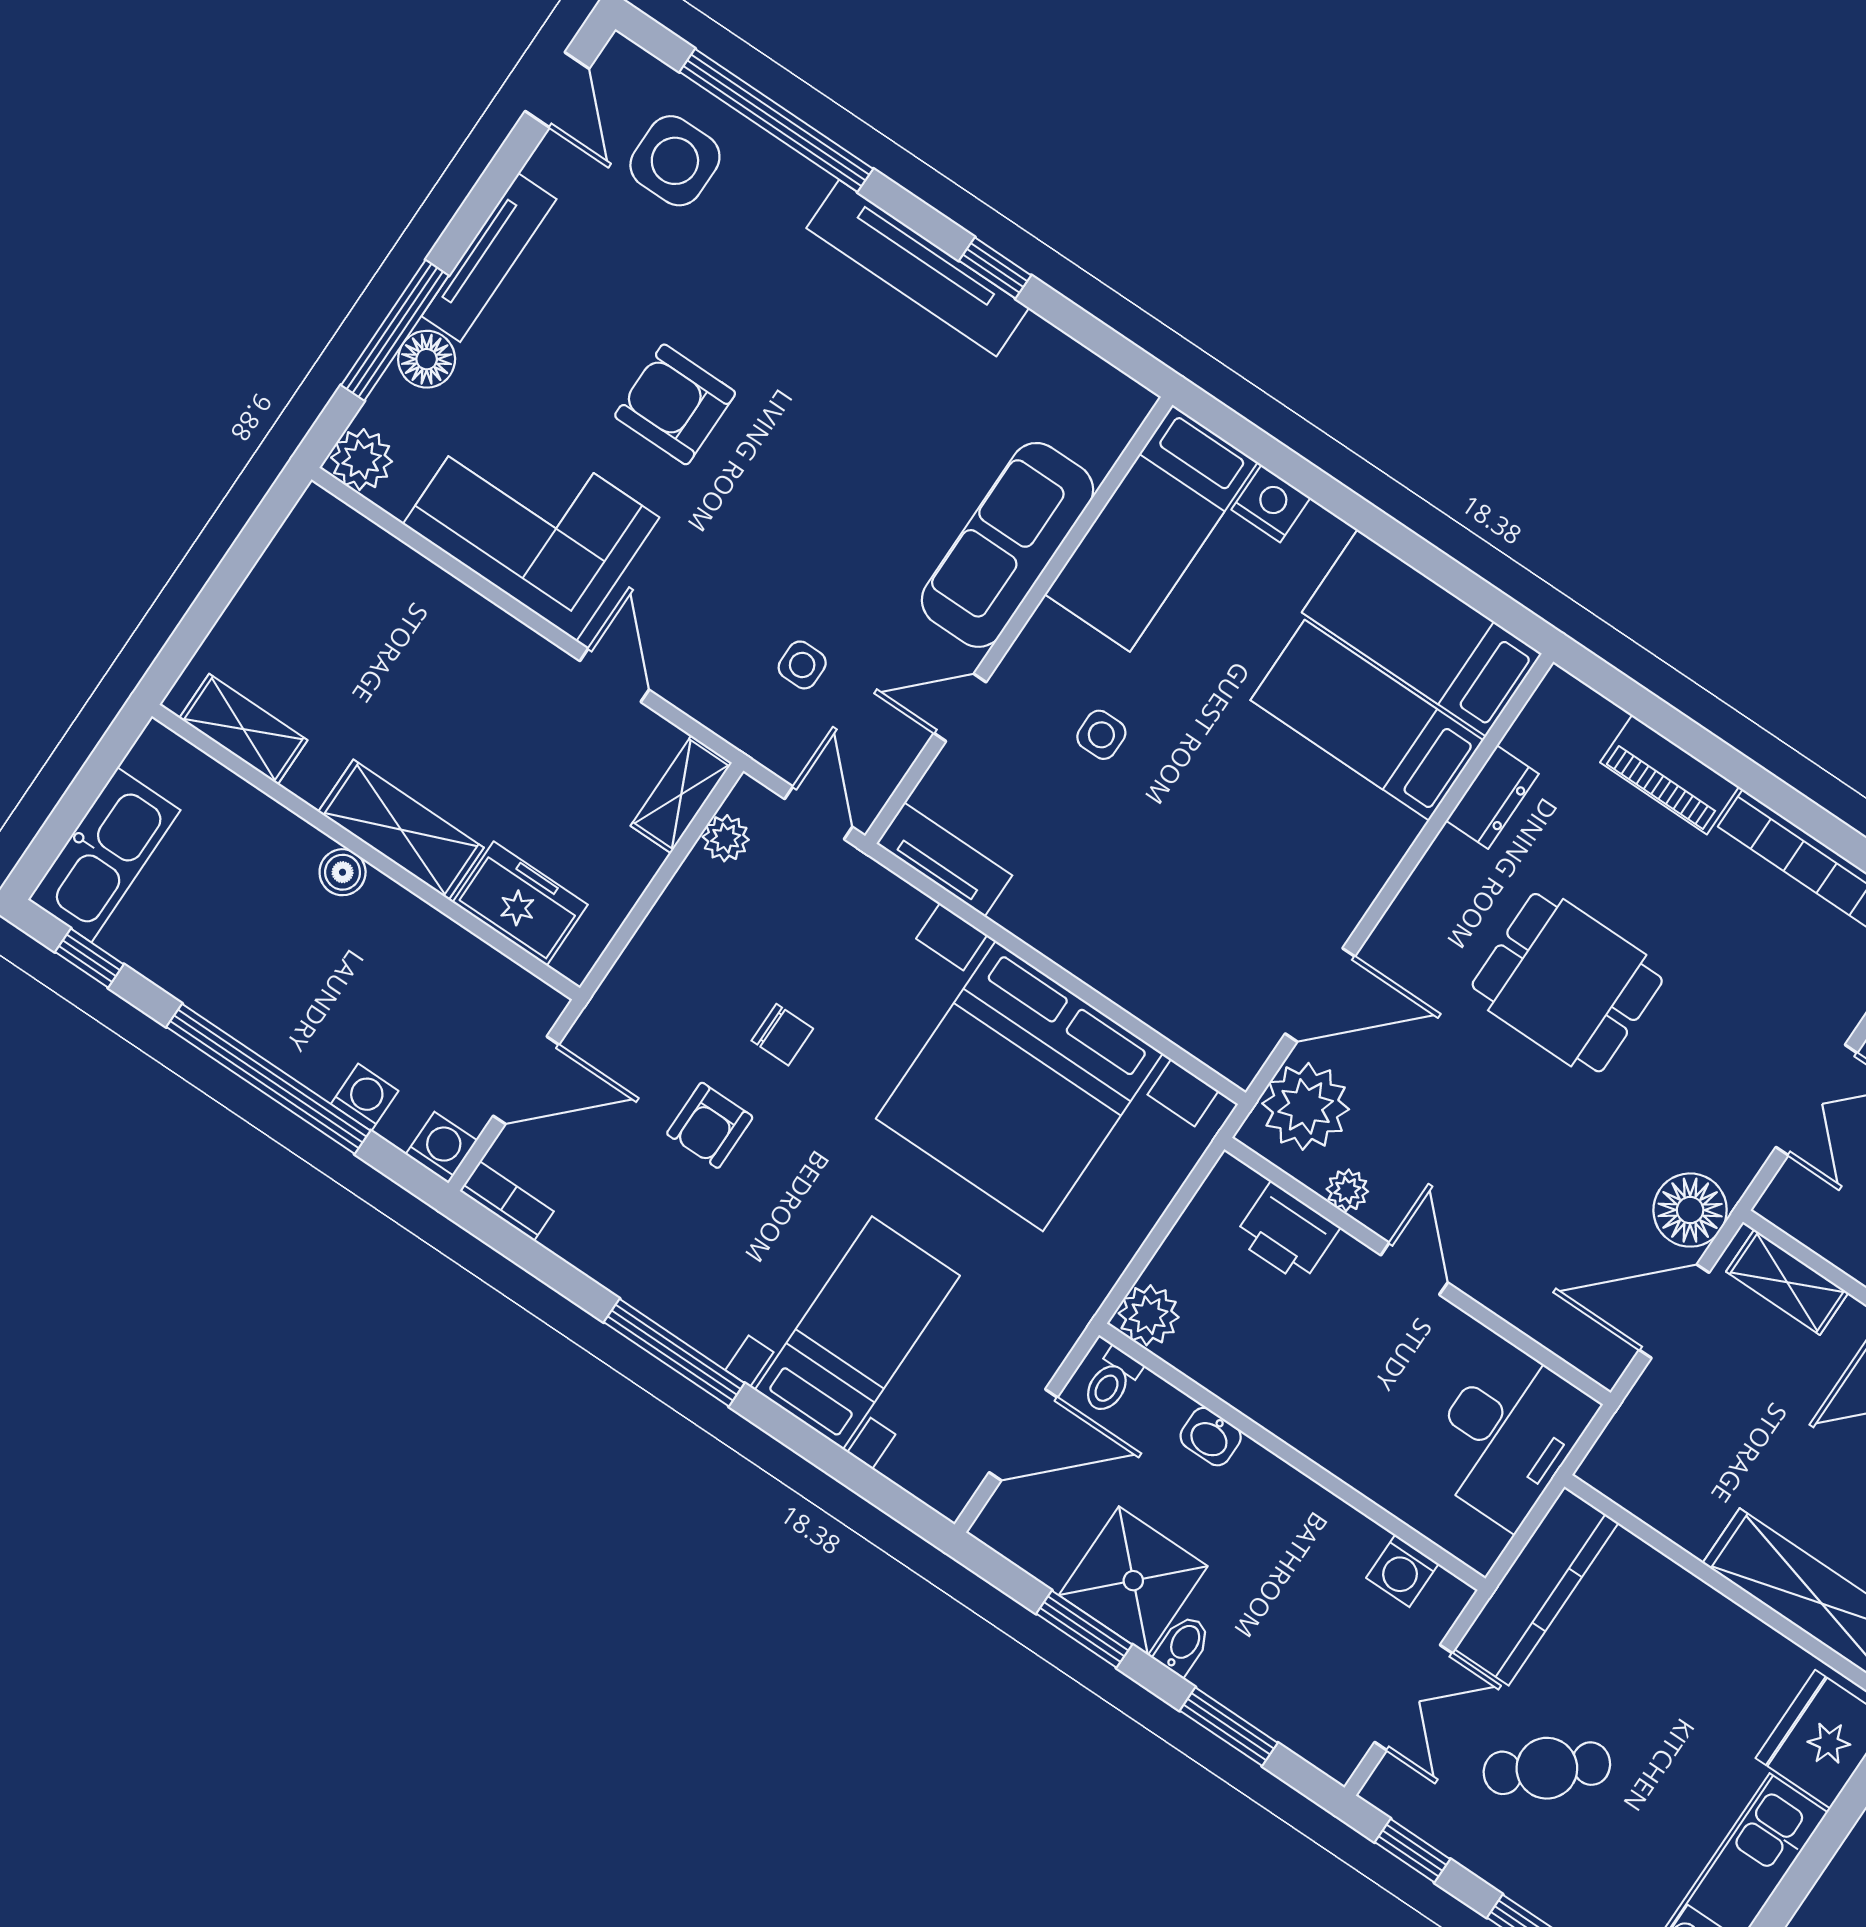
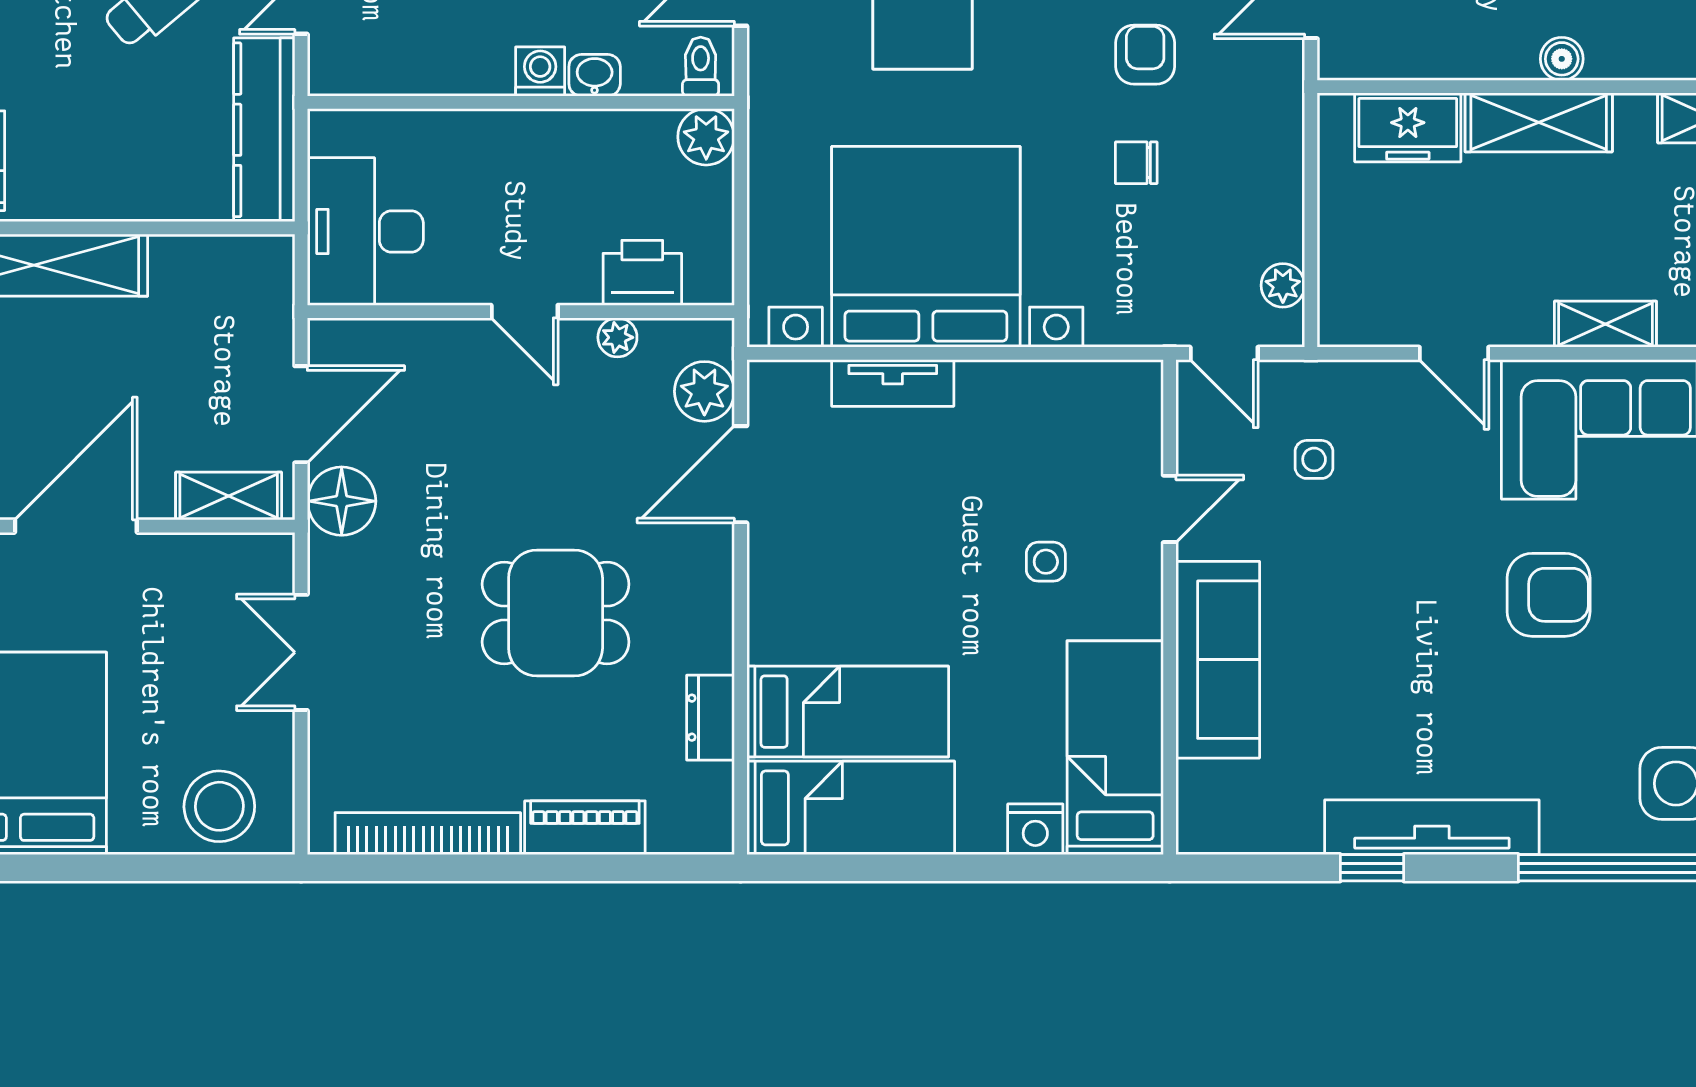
shelving: (681, 794) -> (1605, 324), moved, turned 90
tv unit: (944, 860) -> (893, 383), moved
plant: (1306, 1106) -> (704, 391), width x0.73, depth x0.73
washing machine: (1402, 1571) -> (540, 71), moved

